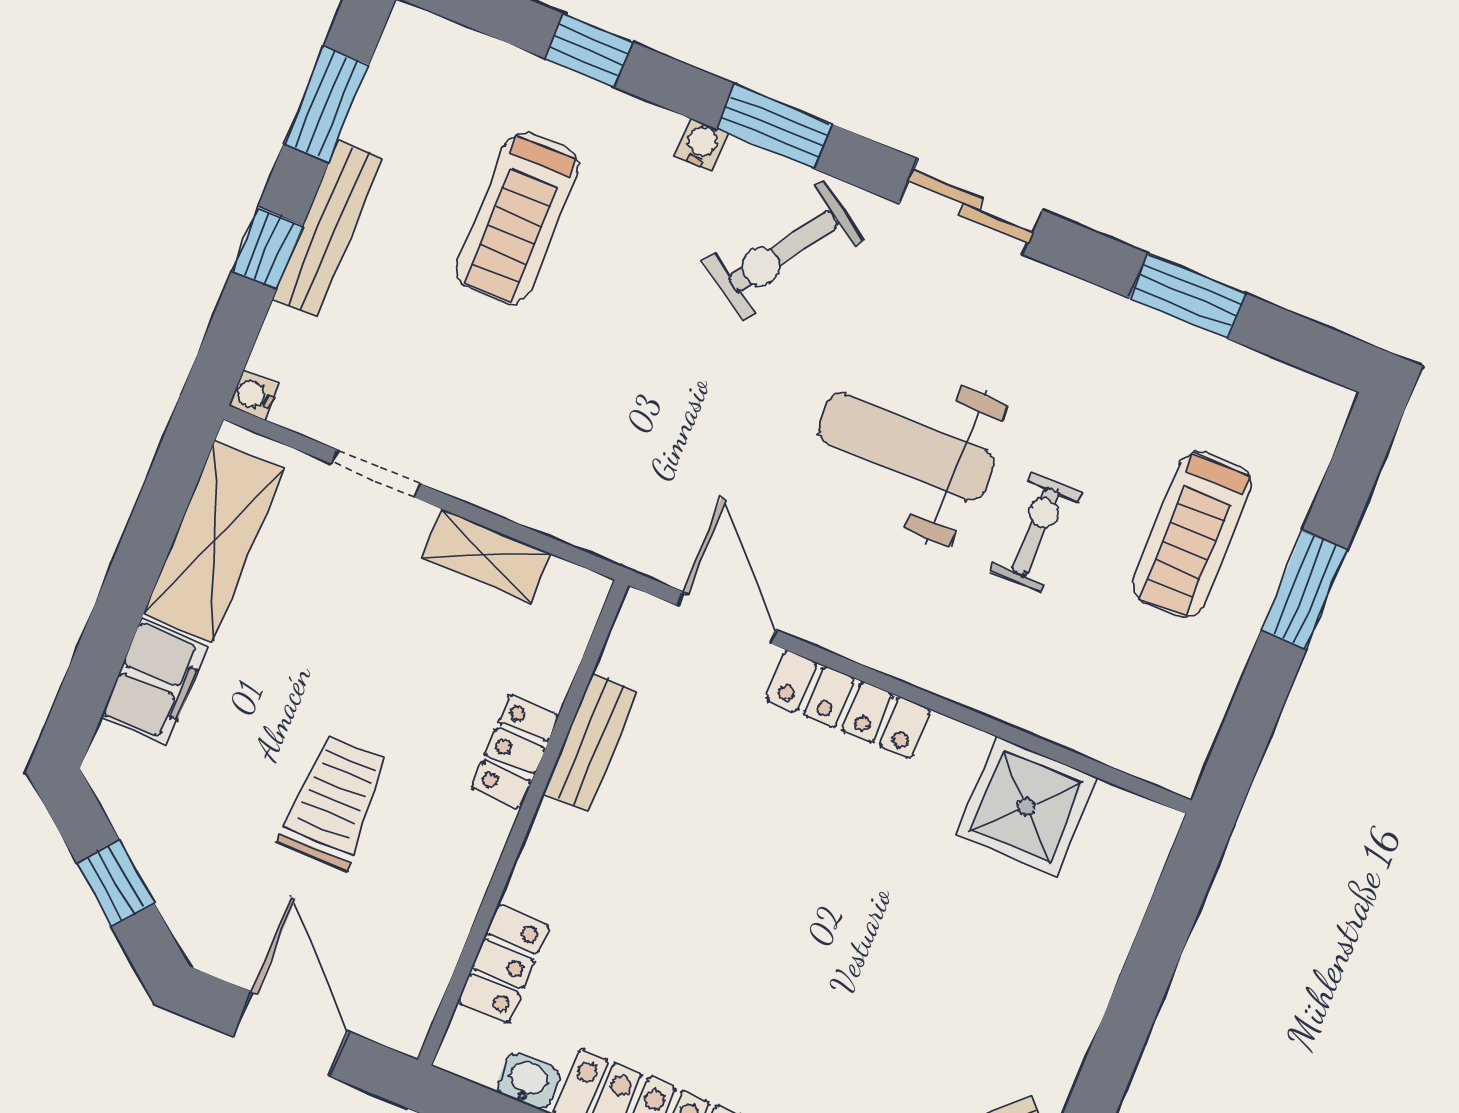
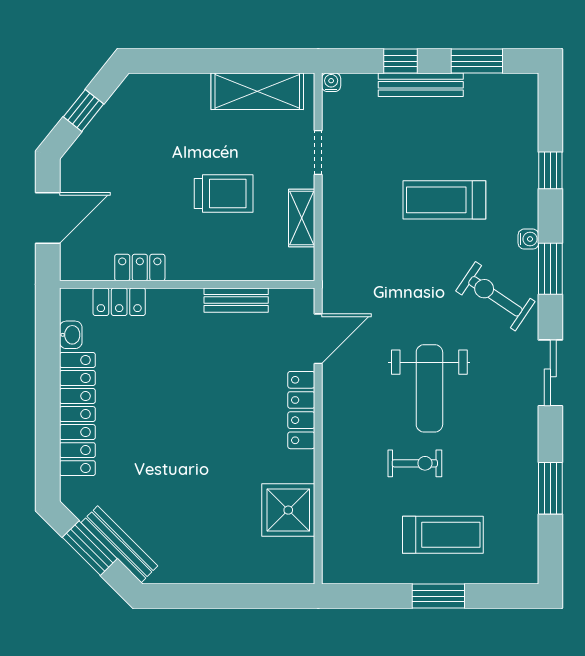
treadmill: (517, 218) -> (444, 200), moved
weight bench: (906, 447) -> (429, 388), turned 180
treadmill: (1192, 534) -> (443, 535), turned 180
filing cabinet: (154, 682) -> (182, 90), removed
locker: (515, 752) -> (140, 267), moved
trolley: (334, 802) -> (224, 194), moved

